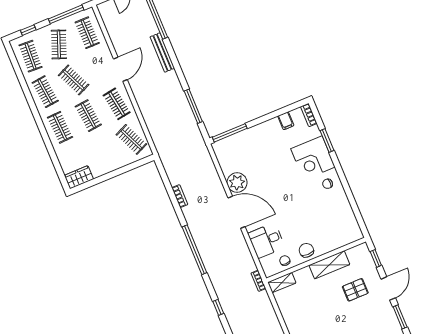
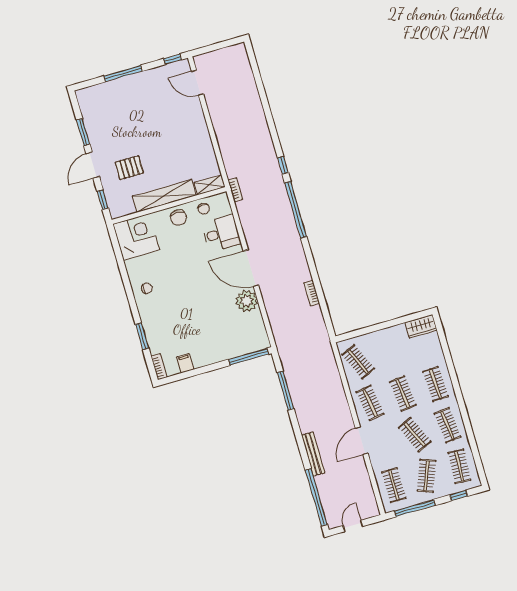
corner desk: (313, 158) -> (136, 237), moved
window: (194, 250) -> (296, 210), moved
shelving: (329, 265) -> (164, 196), width x1.47

